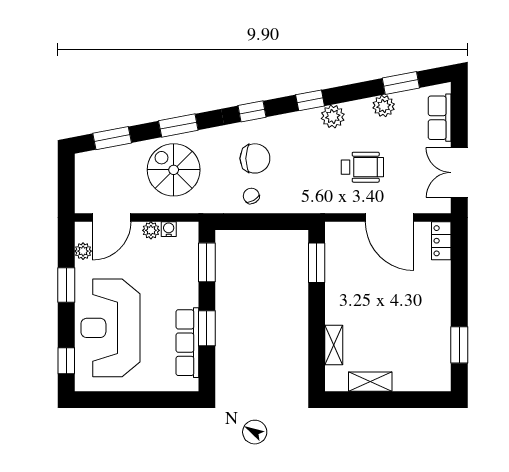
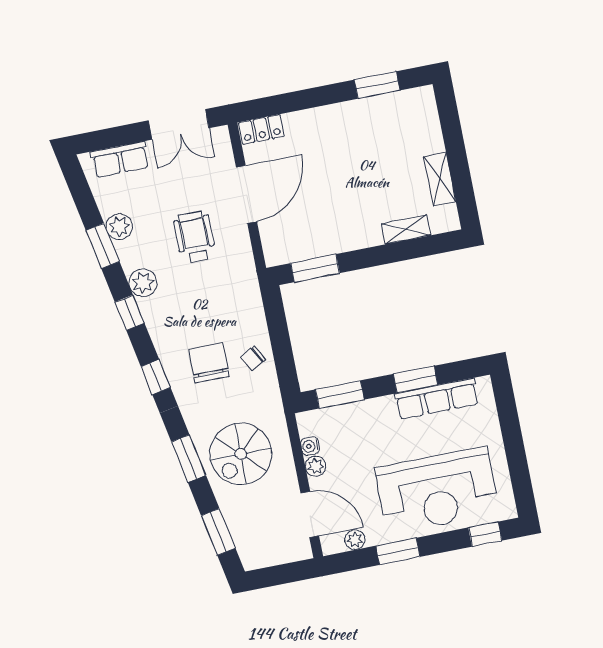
window: (401, 83) -> (103, 246), moved

